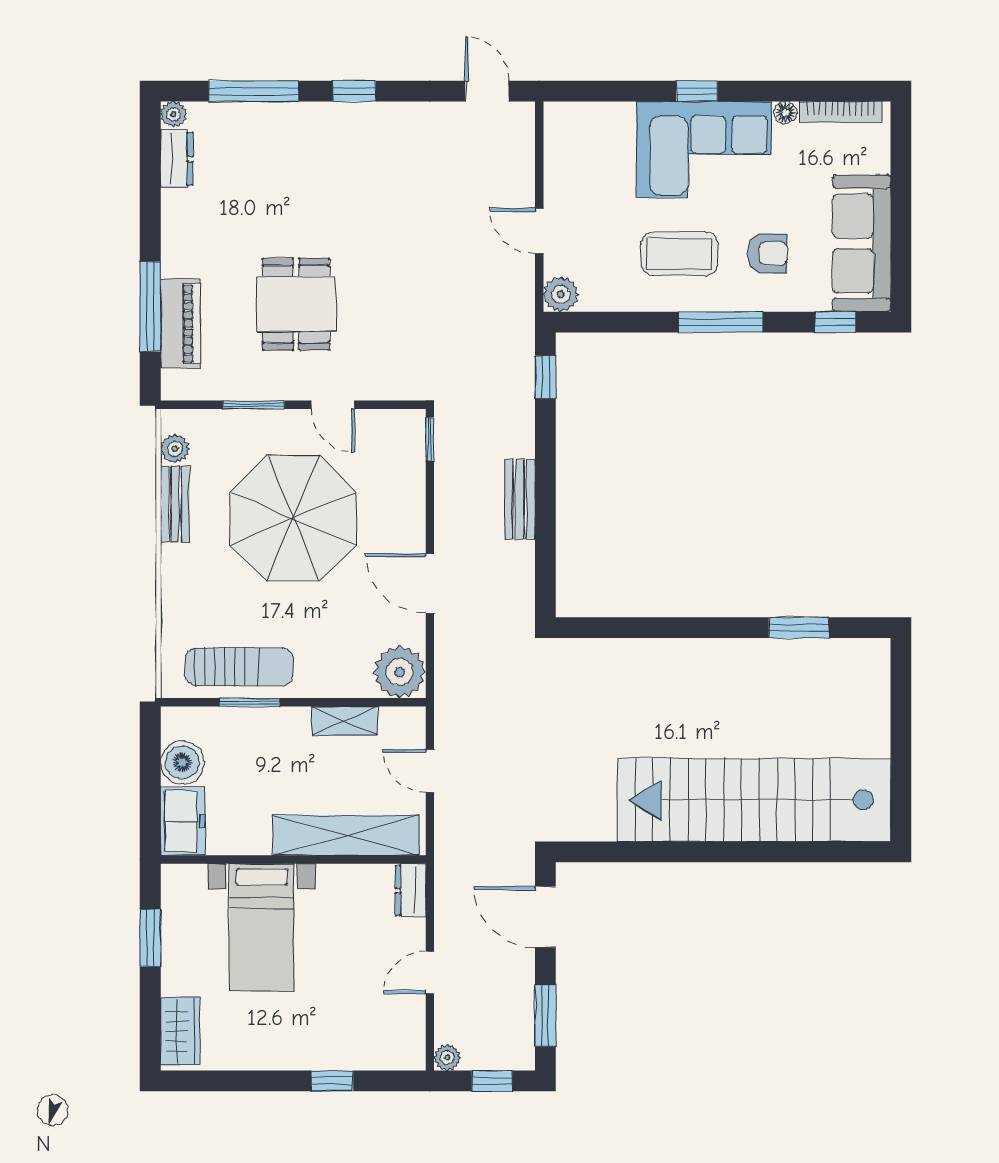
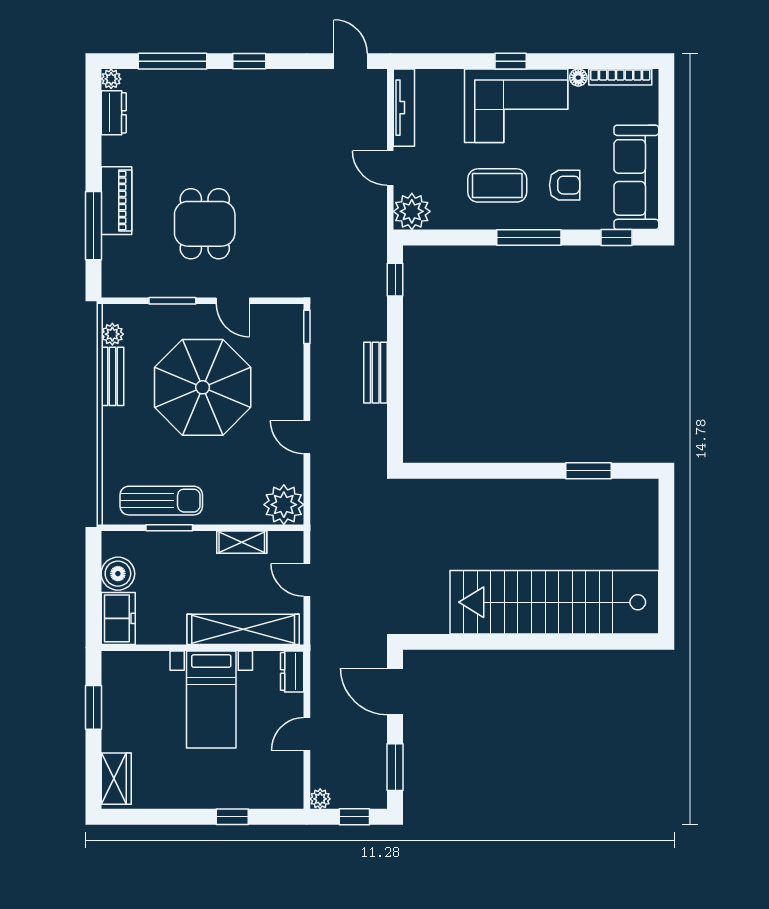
tv unit: (557, 152) -> (404, 108), added
plant: (561, 294) -> (412, 211), width x1.36, depth x1.36
piano: (180, 324) -> (116, 201), moved
door: (430, 584) -> (307, 437), width x0.73
bed with nightstands: (262, 927) -> (211, 699), moved

